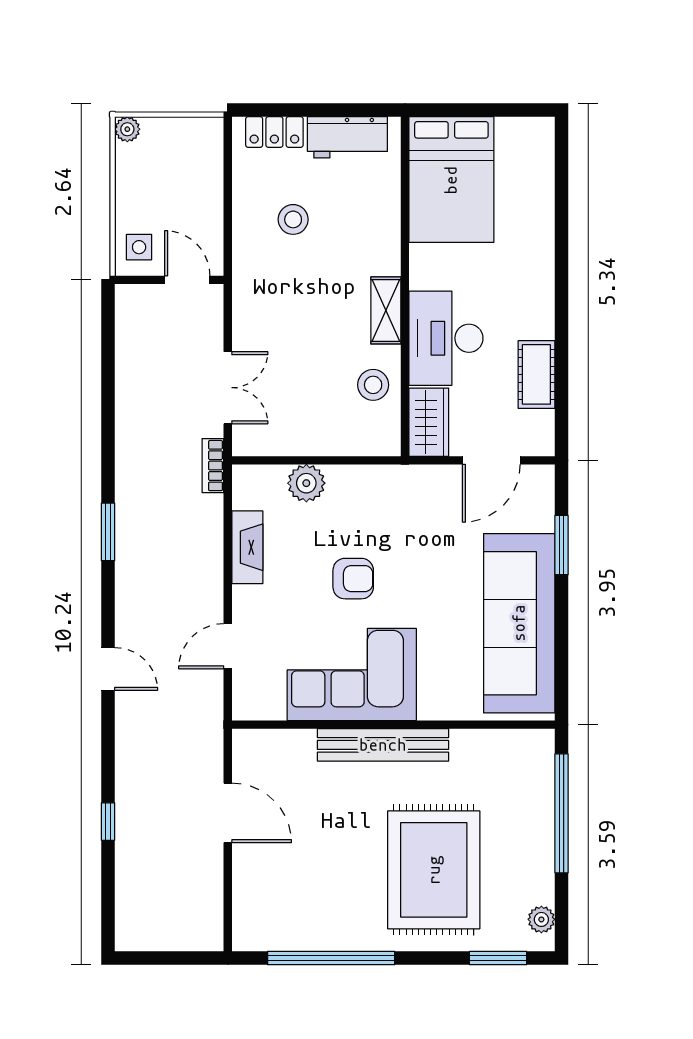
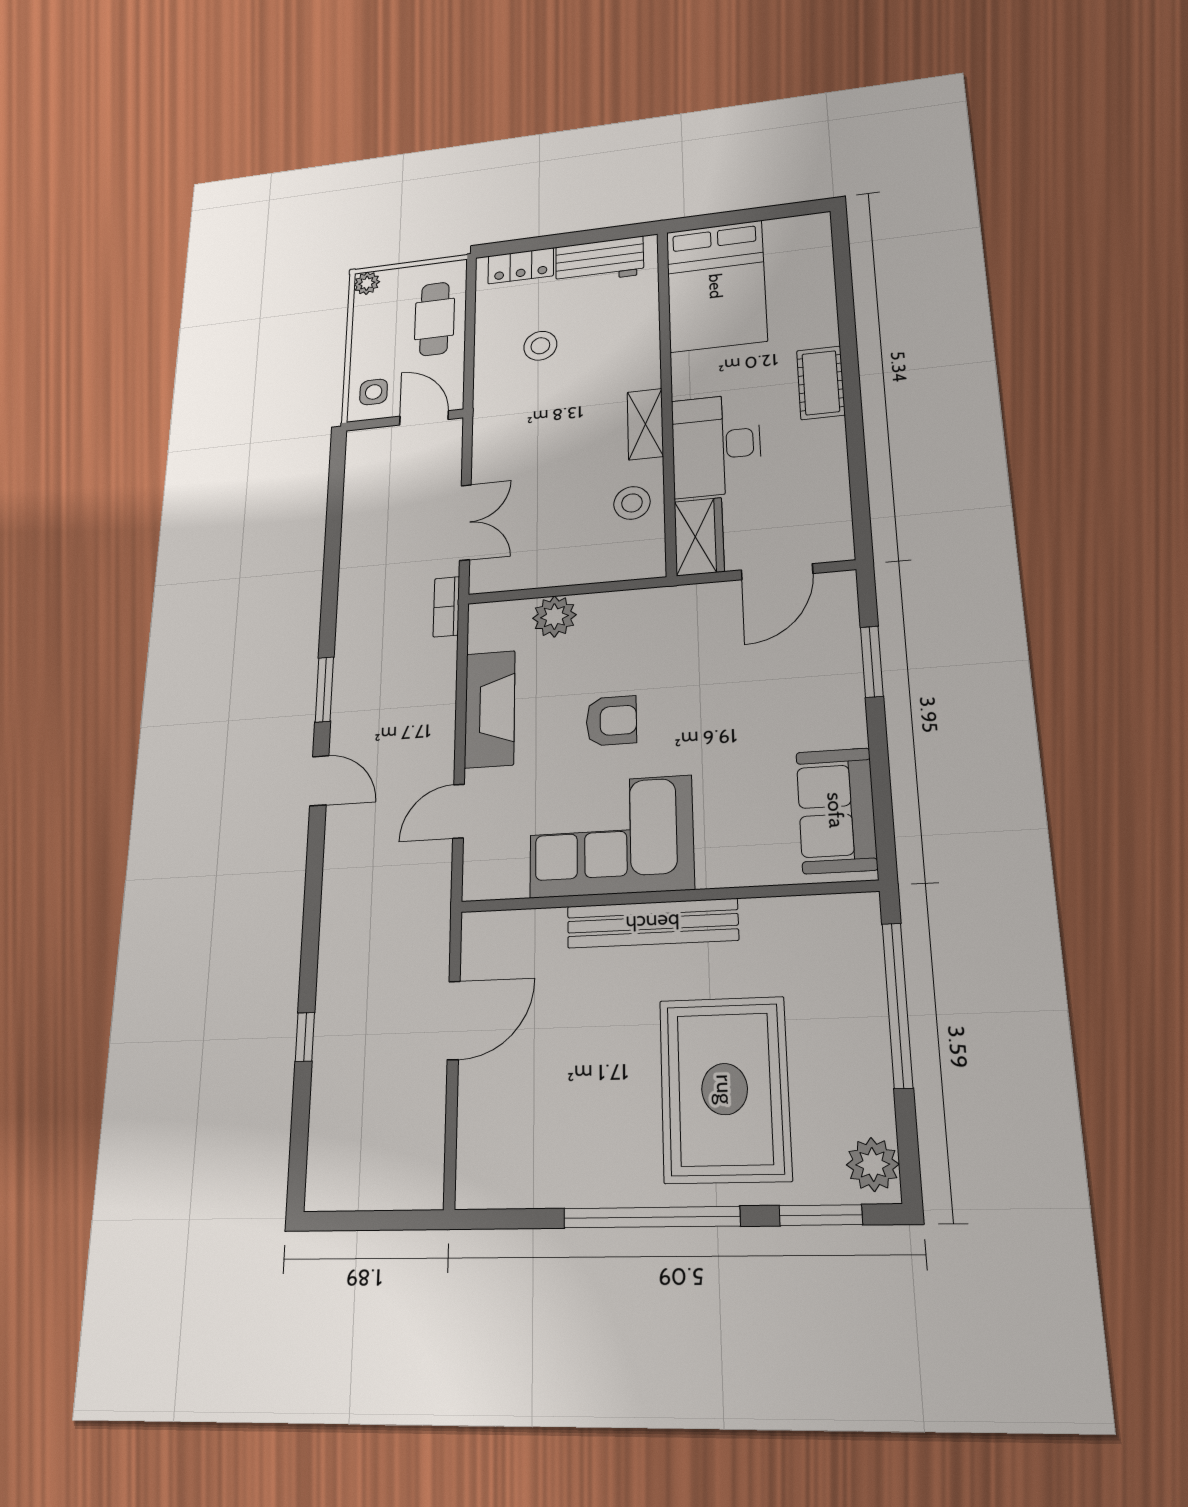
cafe table: (194, 178) -> (435, 319), added
cot: (536, 374) -> (821, 383), moved
fireplace: (247, 547) -> (490, 709), width x1.37, depth x1.32
sofa: (519, 623) -> (836, 810), width x0.54, depth x0.79
door: (108, 669) -> (319, 781), moved
door: (228, 813) -> (454, 1020), hinge flipped
plant: (541, 919) -> (873, 1164), width x1.38, depth x1.38
window: (331, 958) -> (651, 1217), moved

